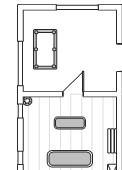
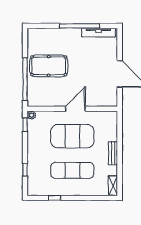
tv unit: (97, 14) -> (98, 33), added
pool table: (45, 49) -> (49, 66), turned 90
exercise mat: (70, 123) -> (72, 136), width x2.00, depth x1.45

